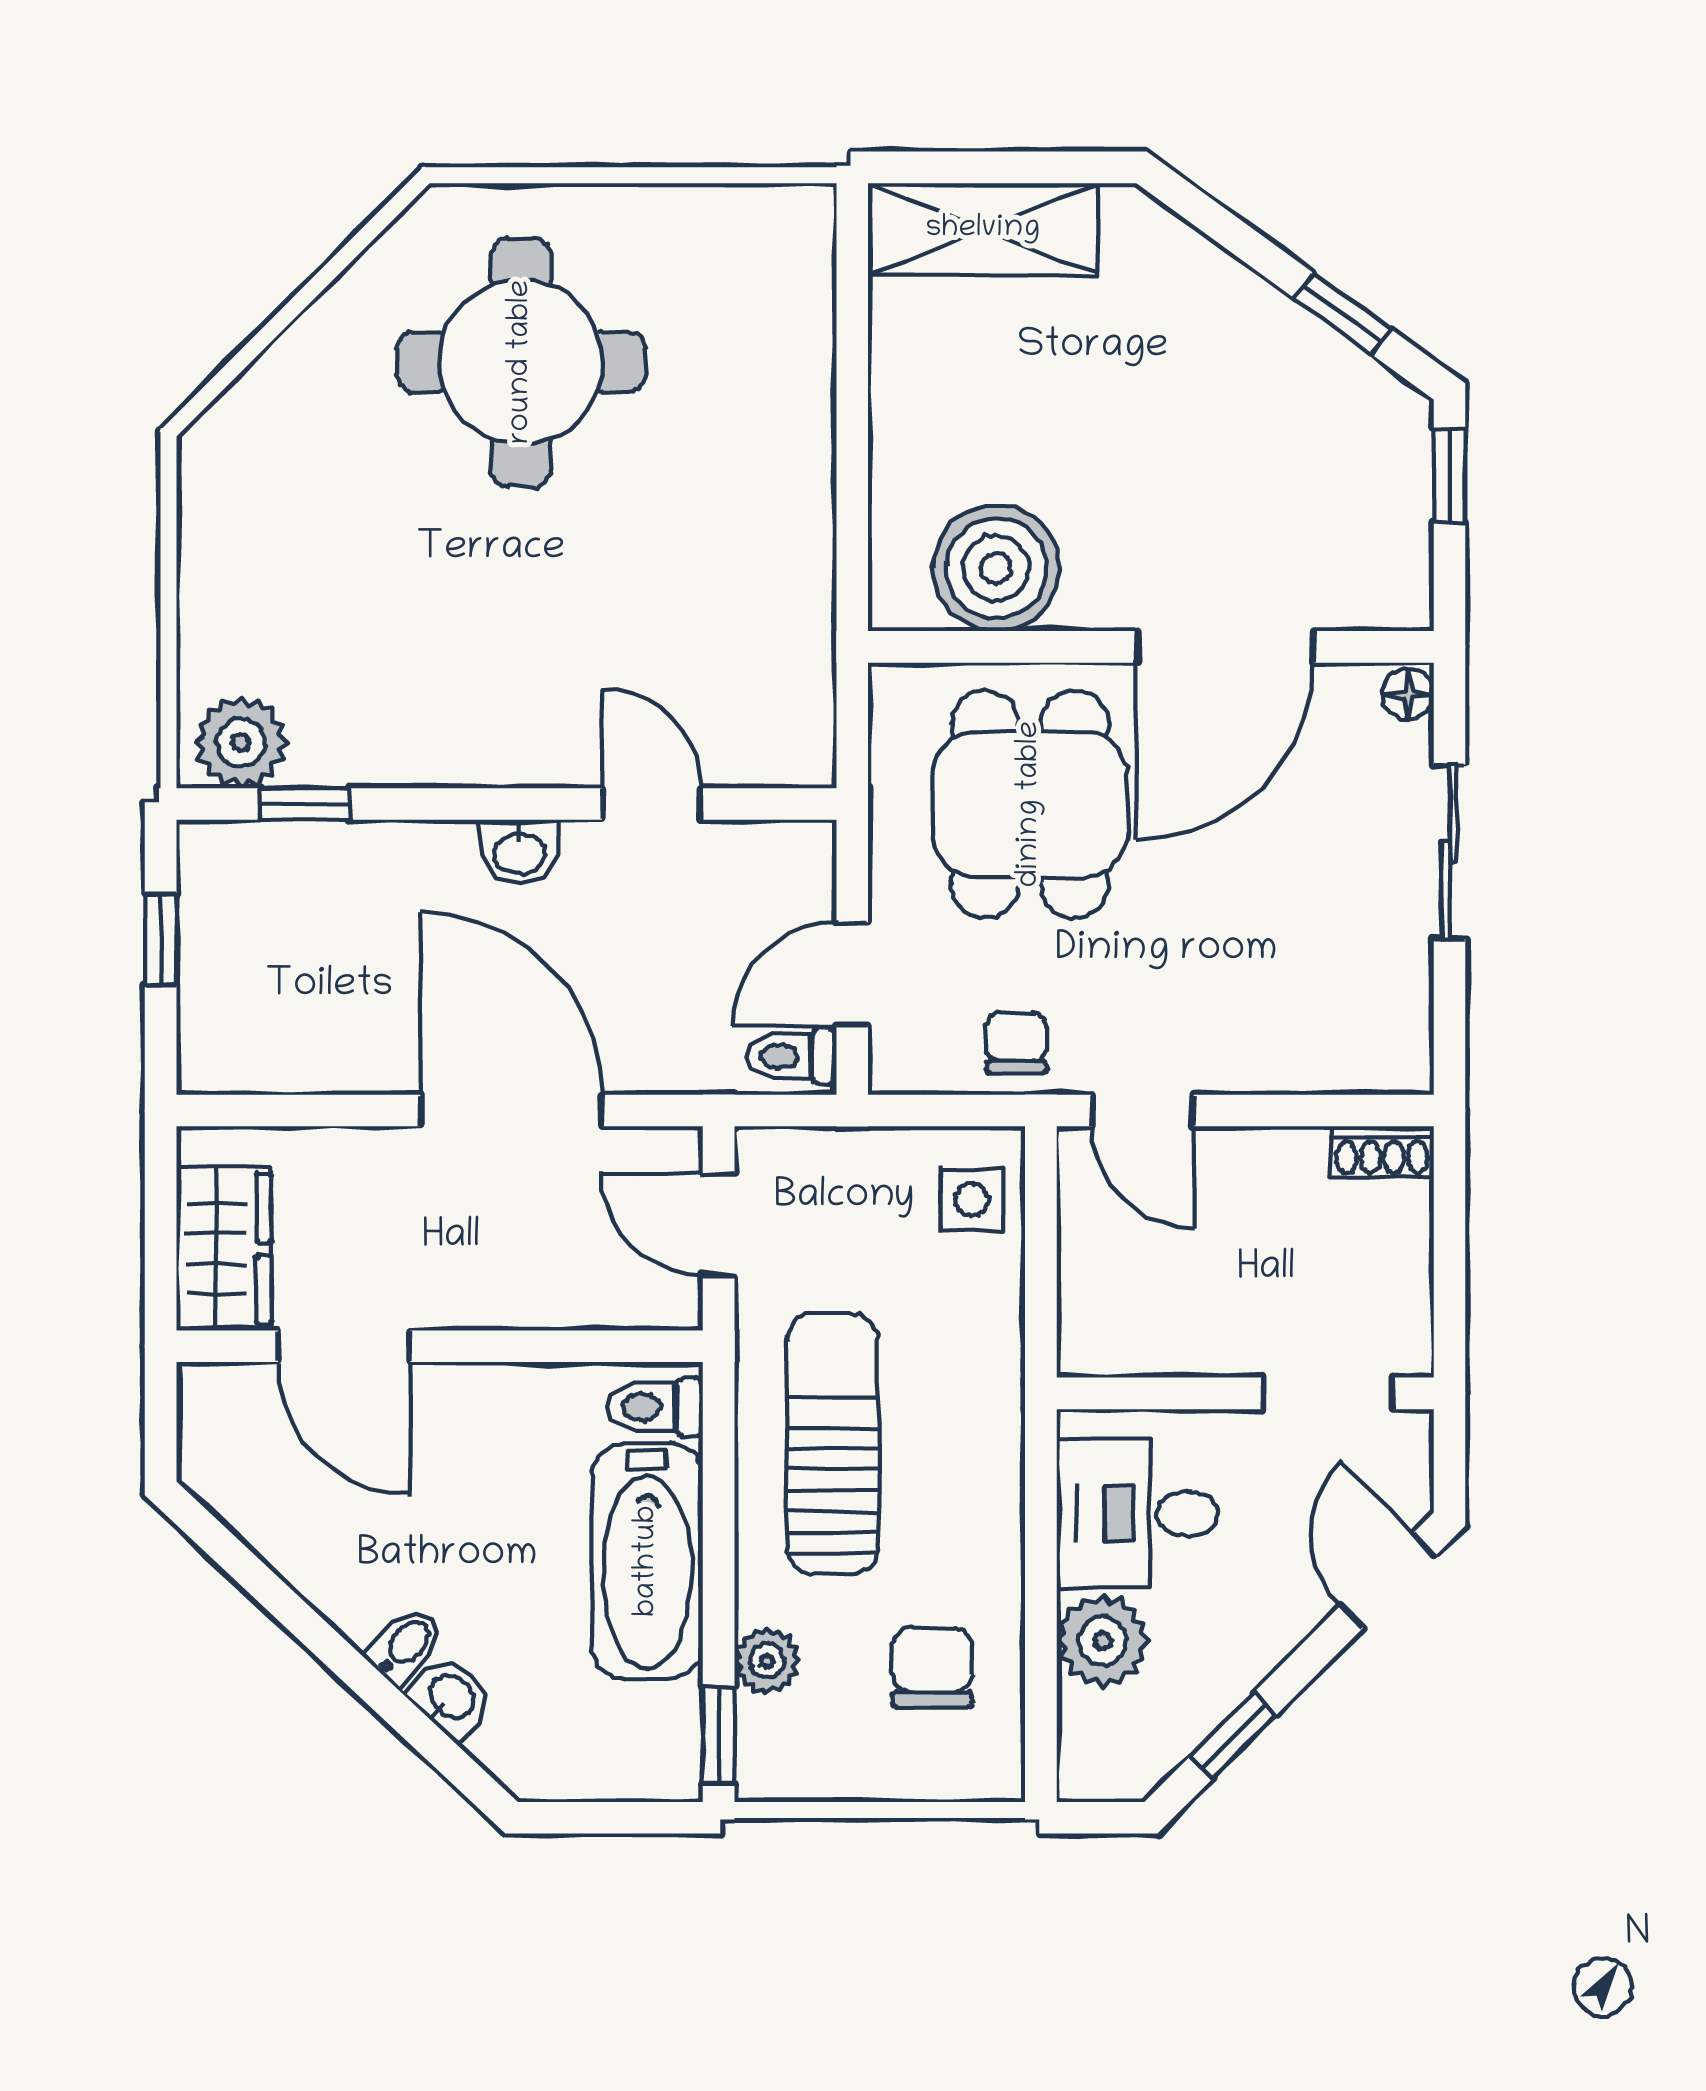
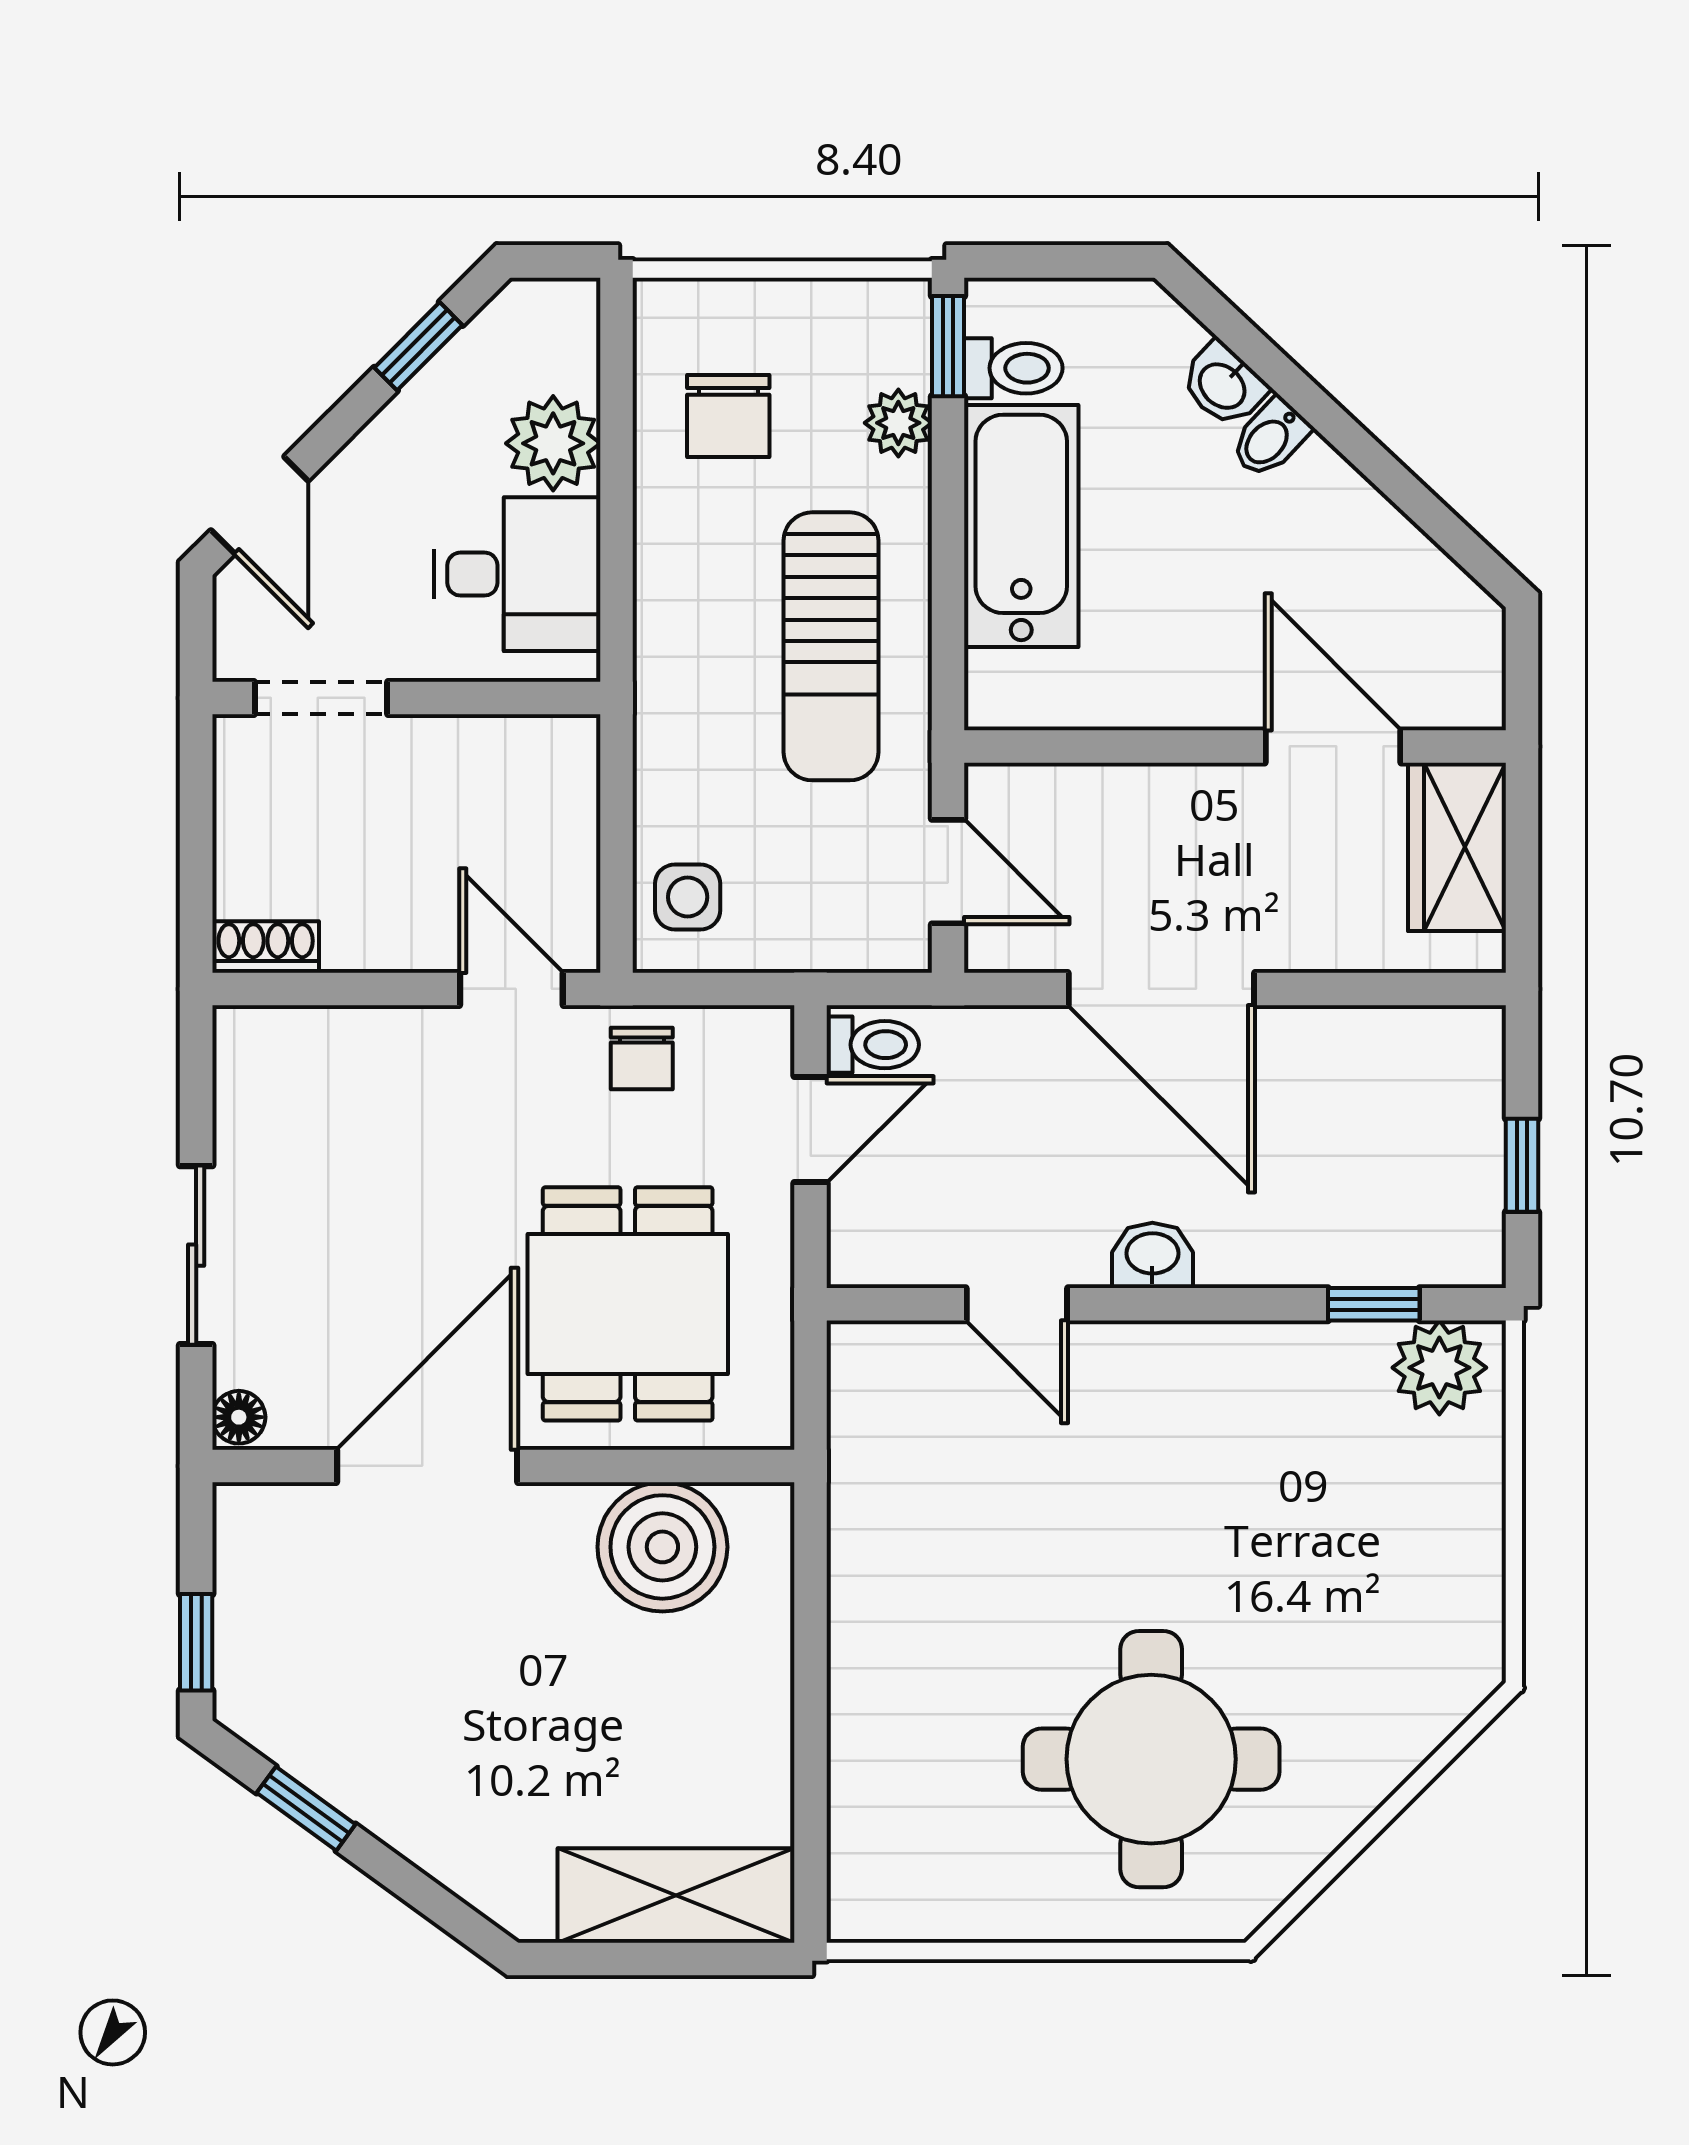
toilet: (655, 1407) -> (1013, 368), moved

